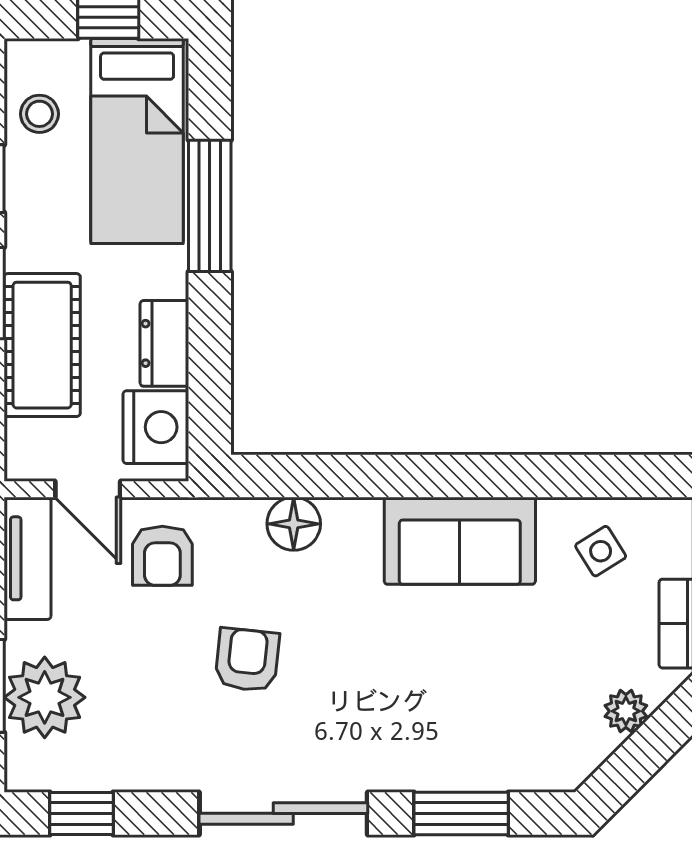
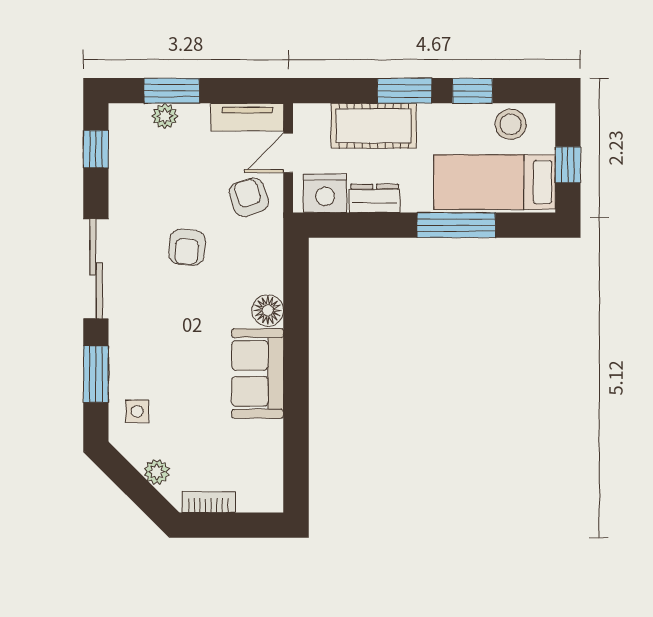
stool: (39, 114) -> (511, 124), width x1.37, depth x1.37
floor lamp: (294, 524) -> (268, 310), moved
side table: (601, 551) -> (137, 411), moved, turned 32
armchair: (162, 556) -> (249, 197), turned 72
armchair: (247, 660) -> (187, 247), turned 89
plant: (45, 697) -> (165, 116), width x0.53, depth x0.53

